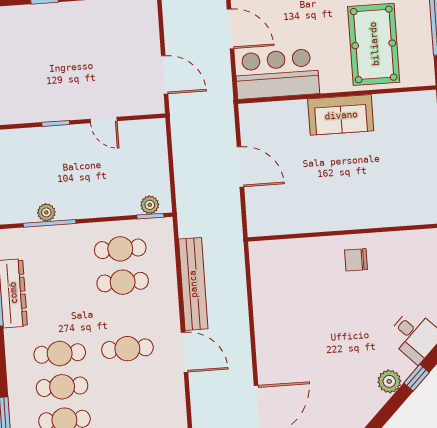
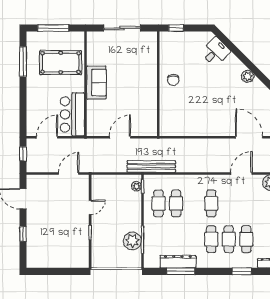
plant: (46, 212) -> (132, 241), width x1.87, depth x1.87
bench: (193, 284) -> (151, 166), moved
door: (184, 352) -> (241, 174), moved
window: (416, 378) -> (237, 53), removed
plant: (389, 381) -> (248, 76), moved

